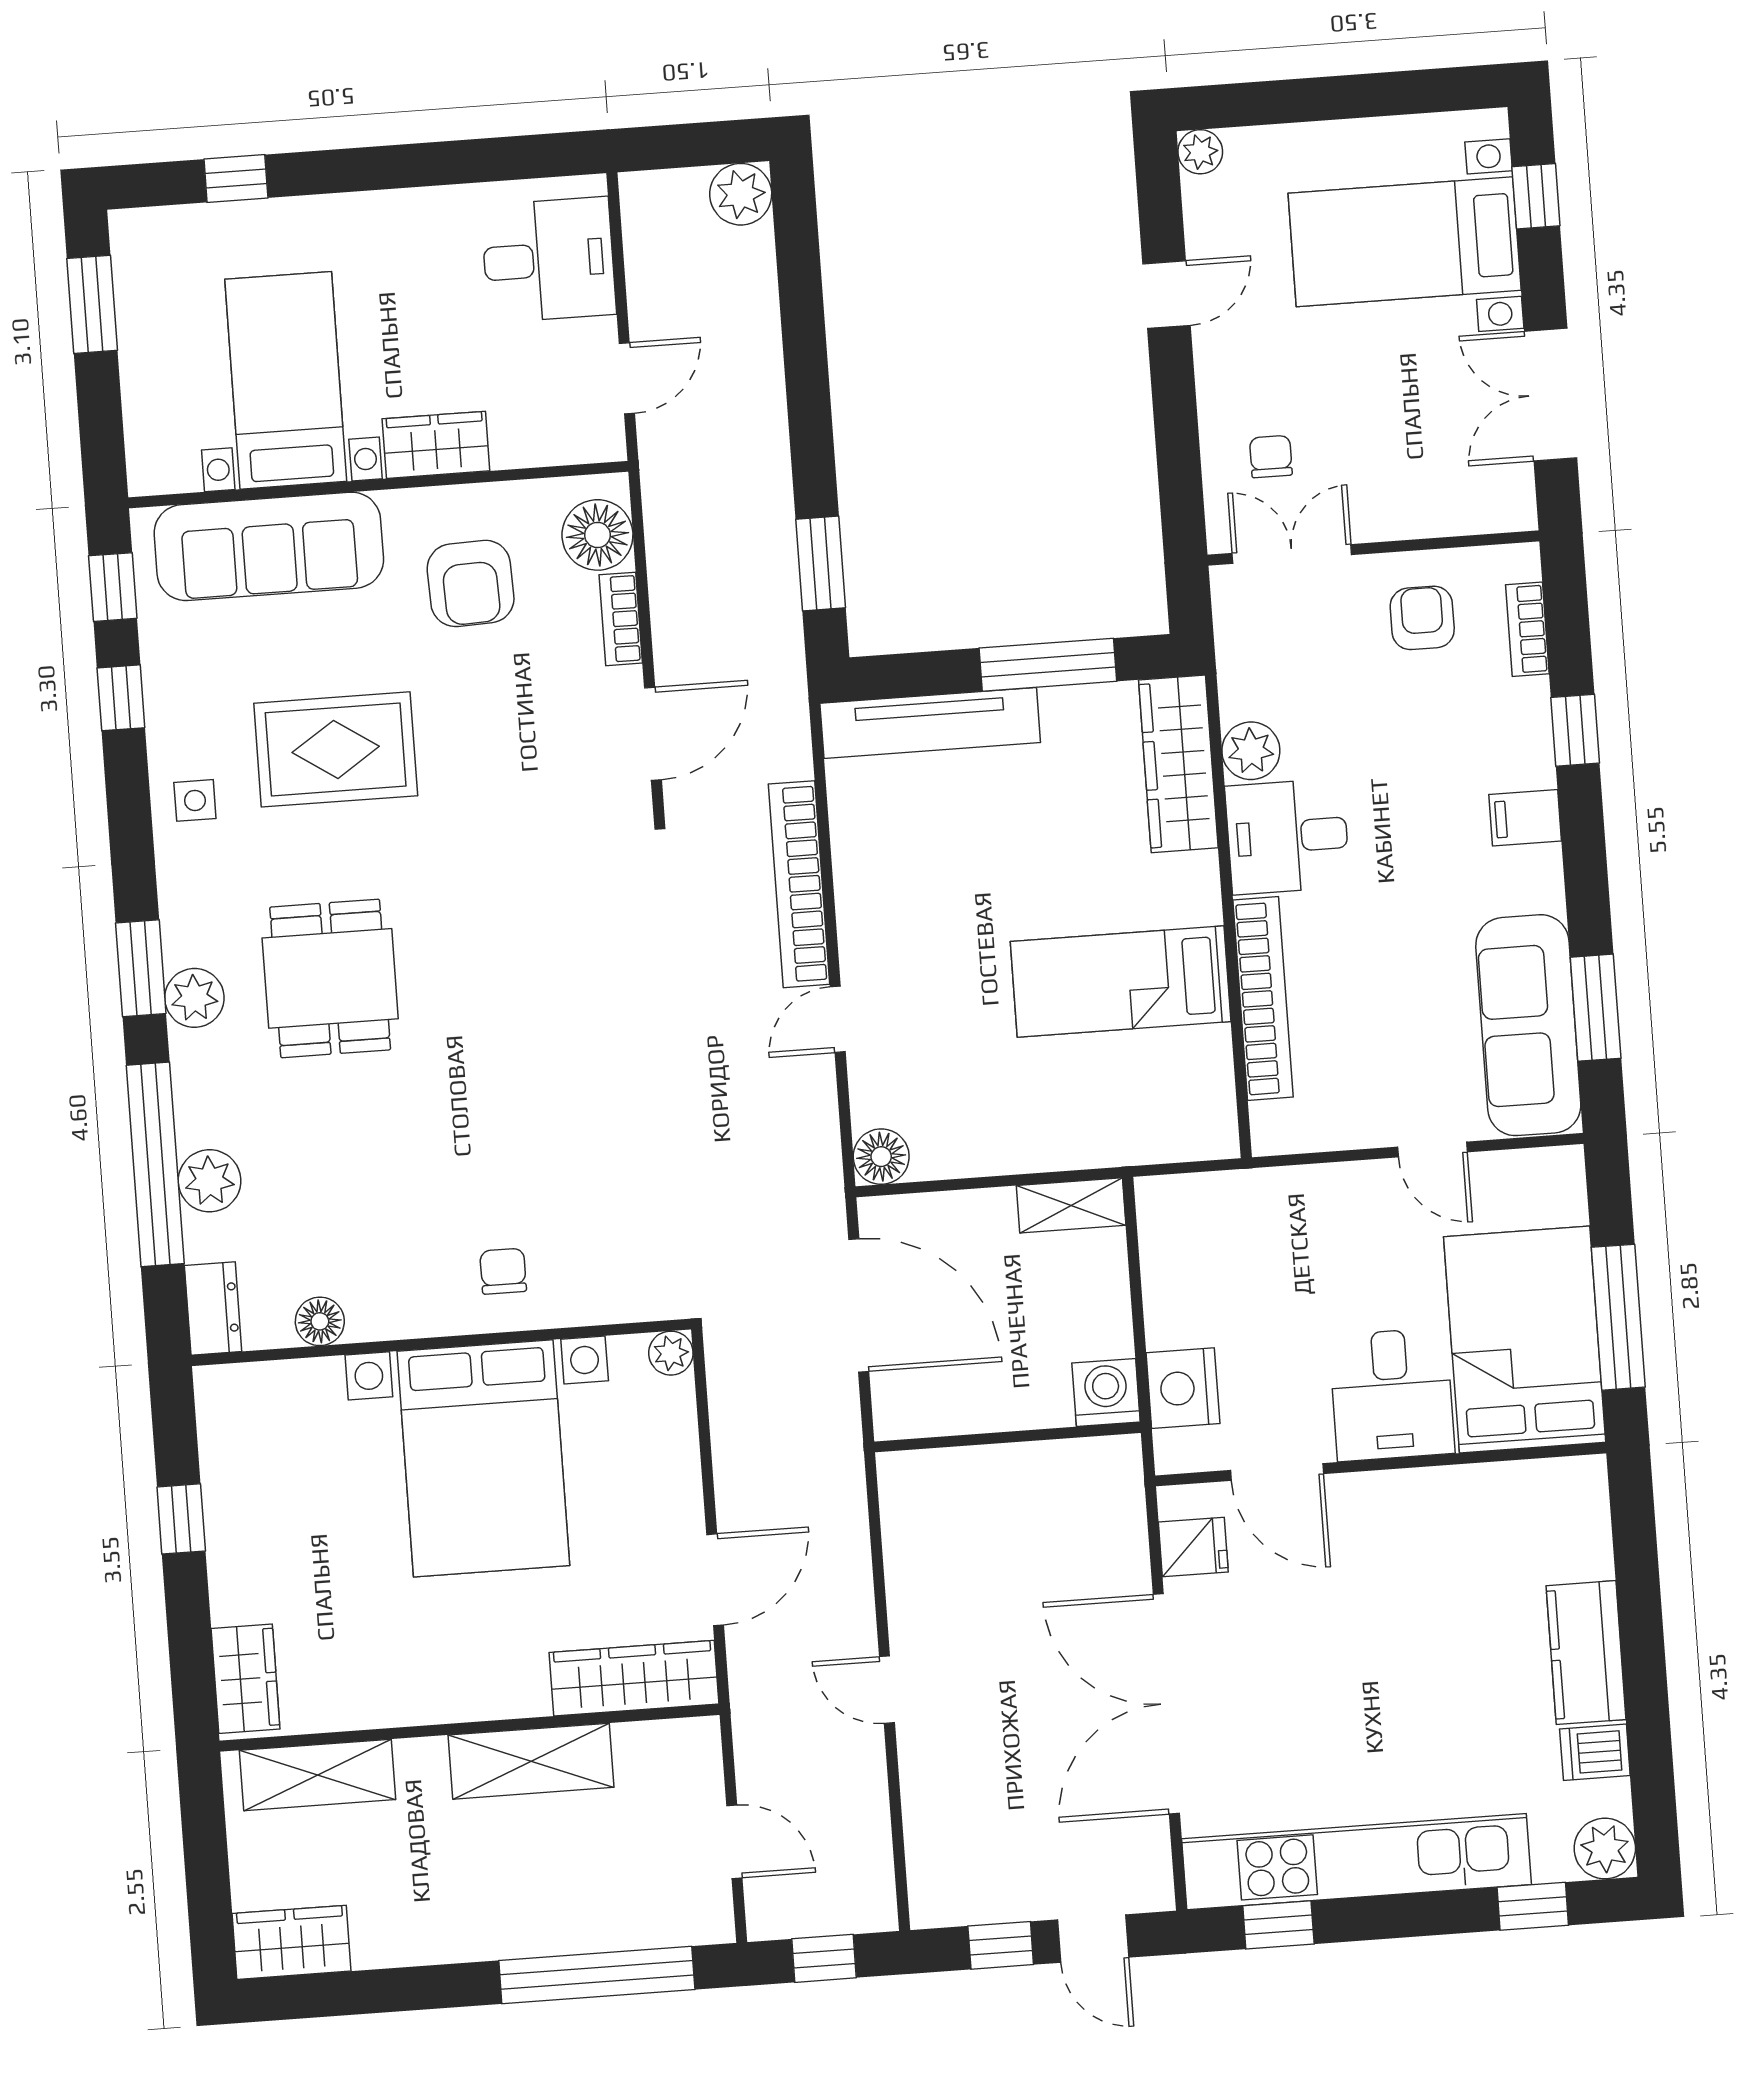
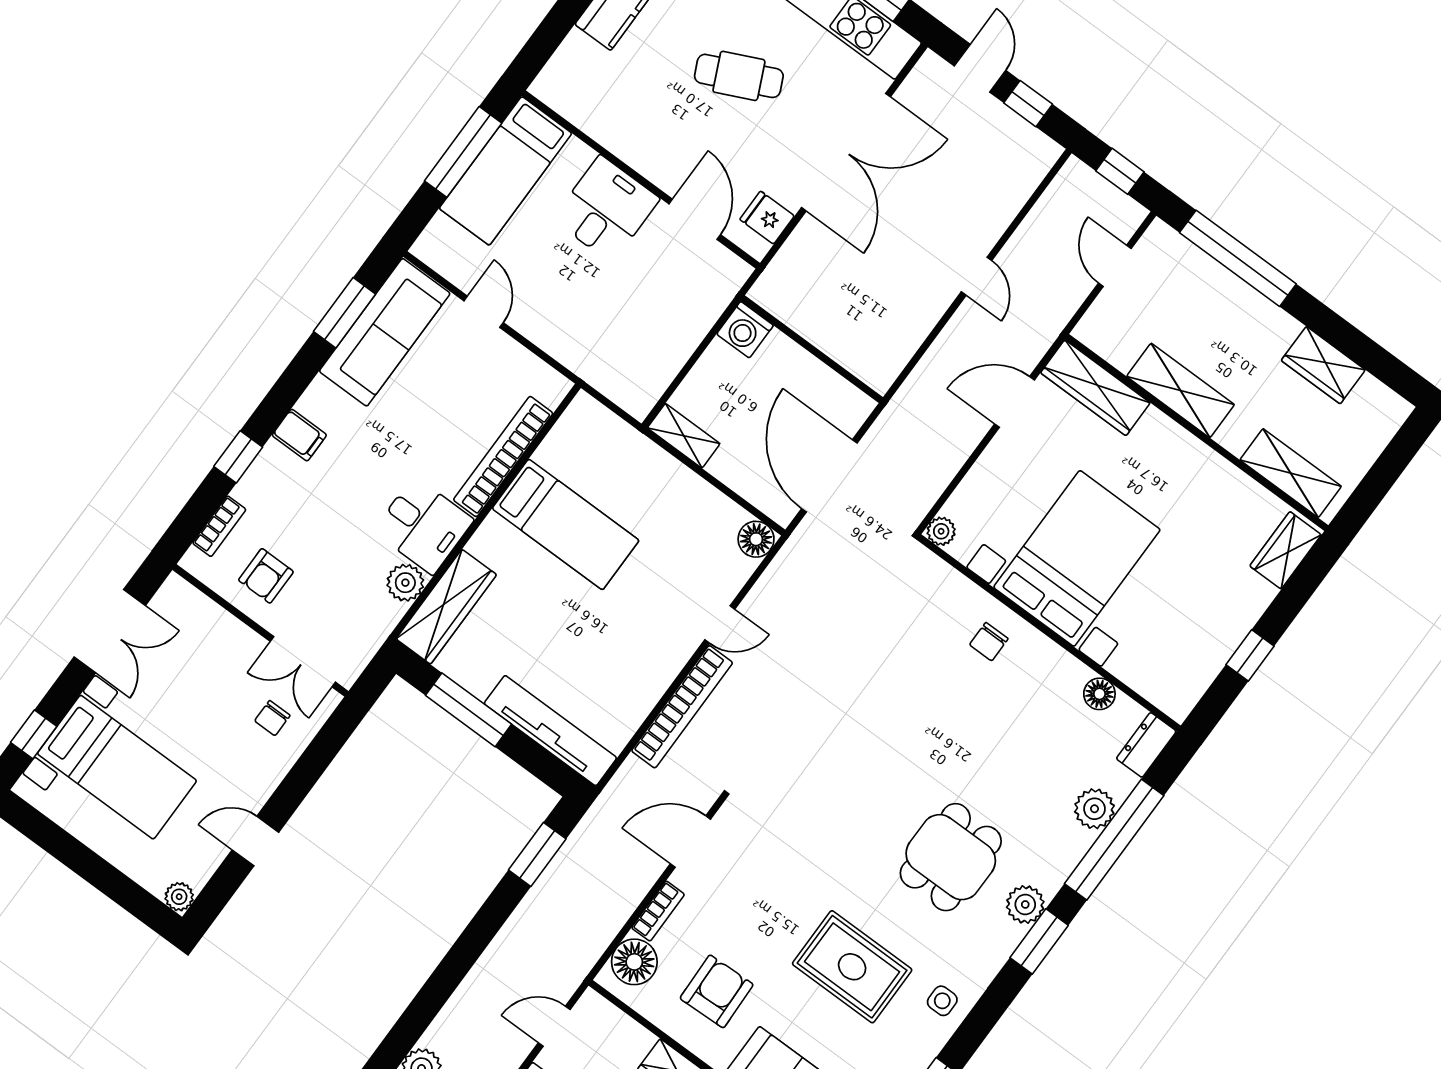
bed: (1525, 1340) -> (506, 171), width x0.67
nightstand: (1183, 1388) -> (706, 300), removed
cafe table: (1370, 1686) -> (739, 76), added
wardrobe: (291, 1942) -> (1323, 365), moved

